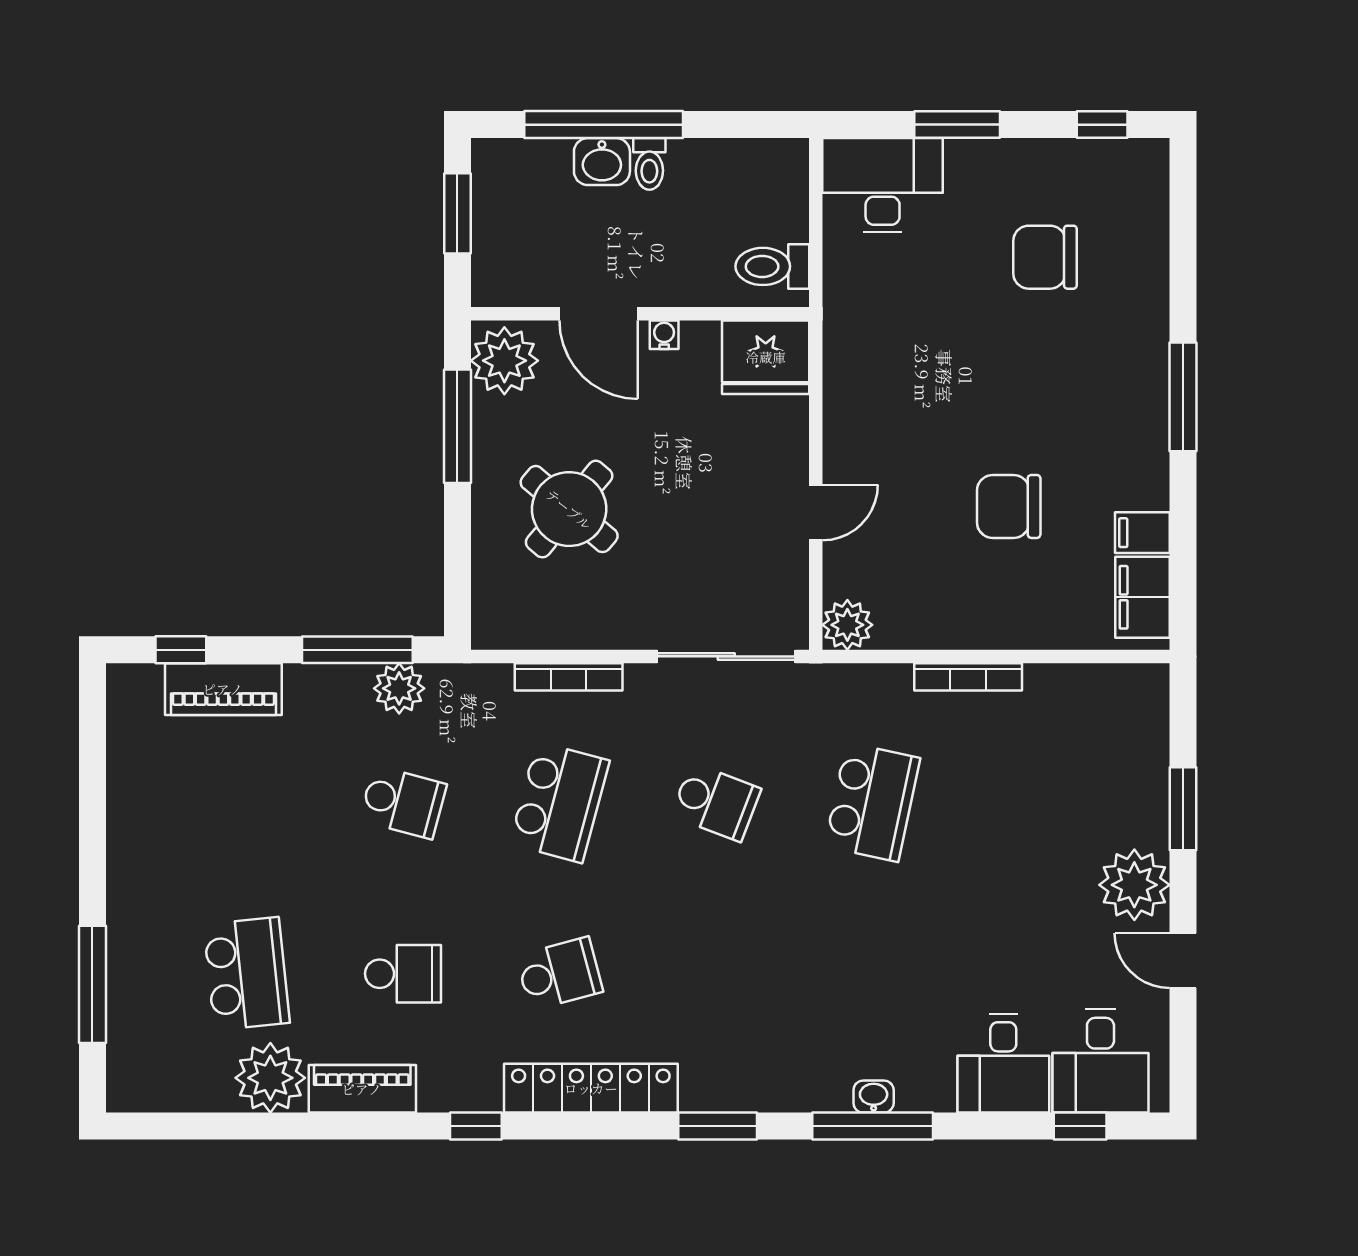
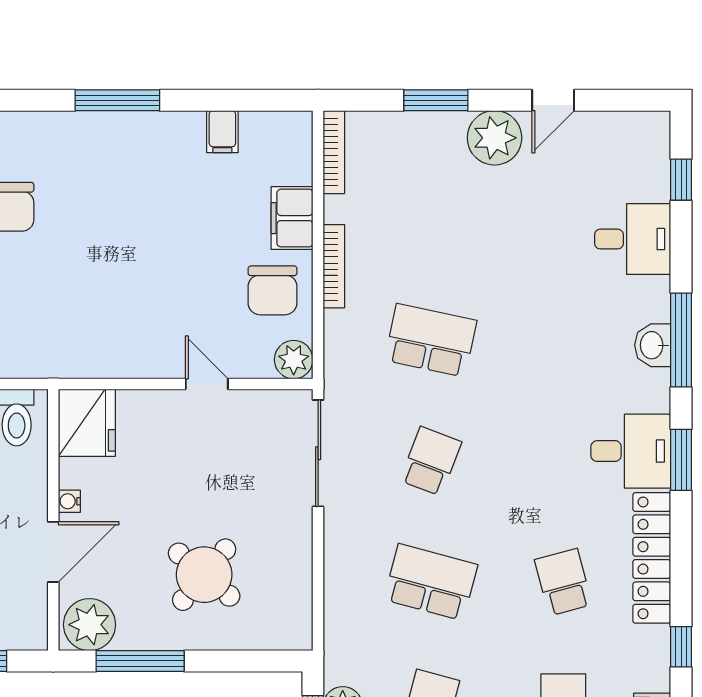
chair: (1009, 506) -> (272, 290), moved
filing cabinet: (1143, 597) -> (292, 218), moved, turned 90
bookcase: (569, 677) -> (334, 152), moved
desk: (1100, 1061) -> (631, 451), moved
washbasin: (874, 1097) -> (653, 345), width x1.38, depth x1.45

